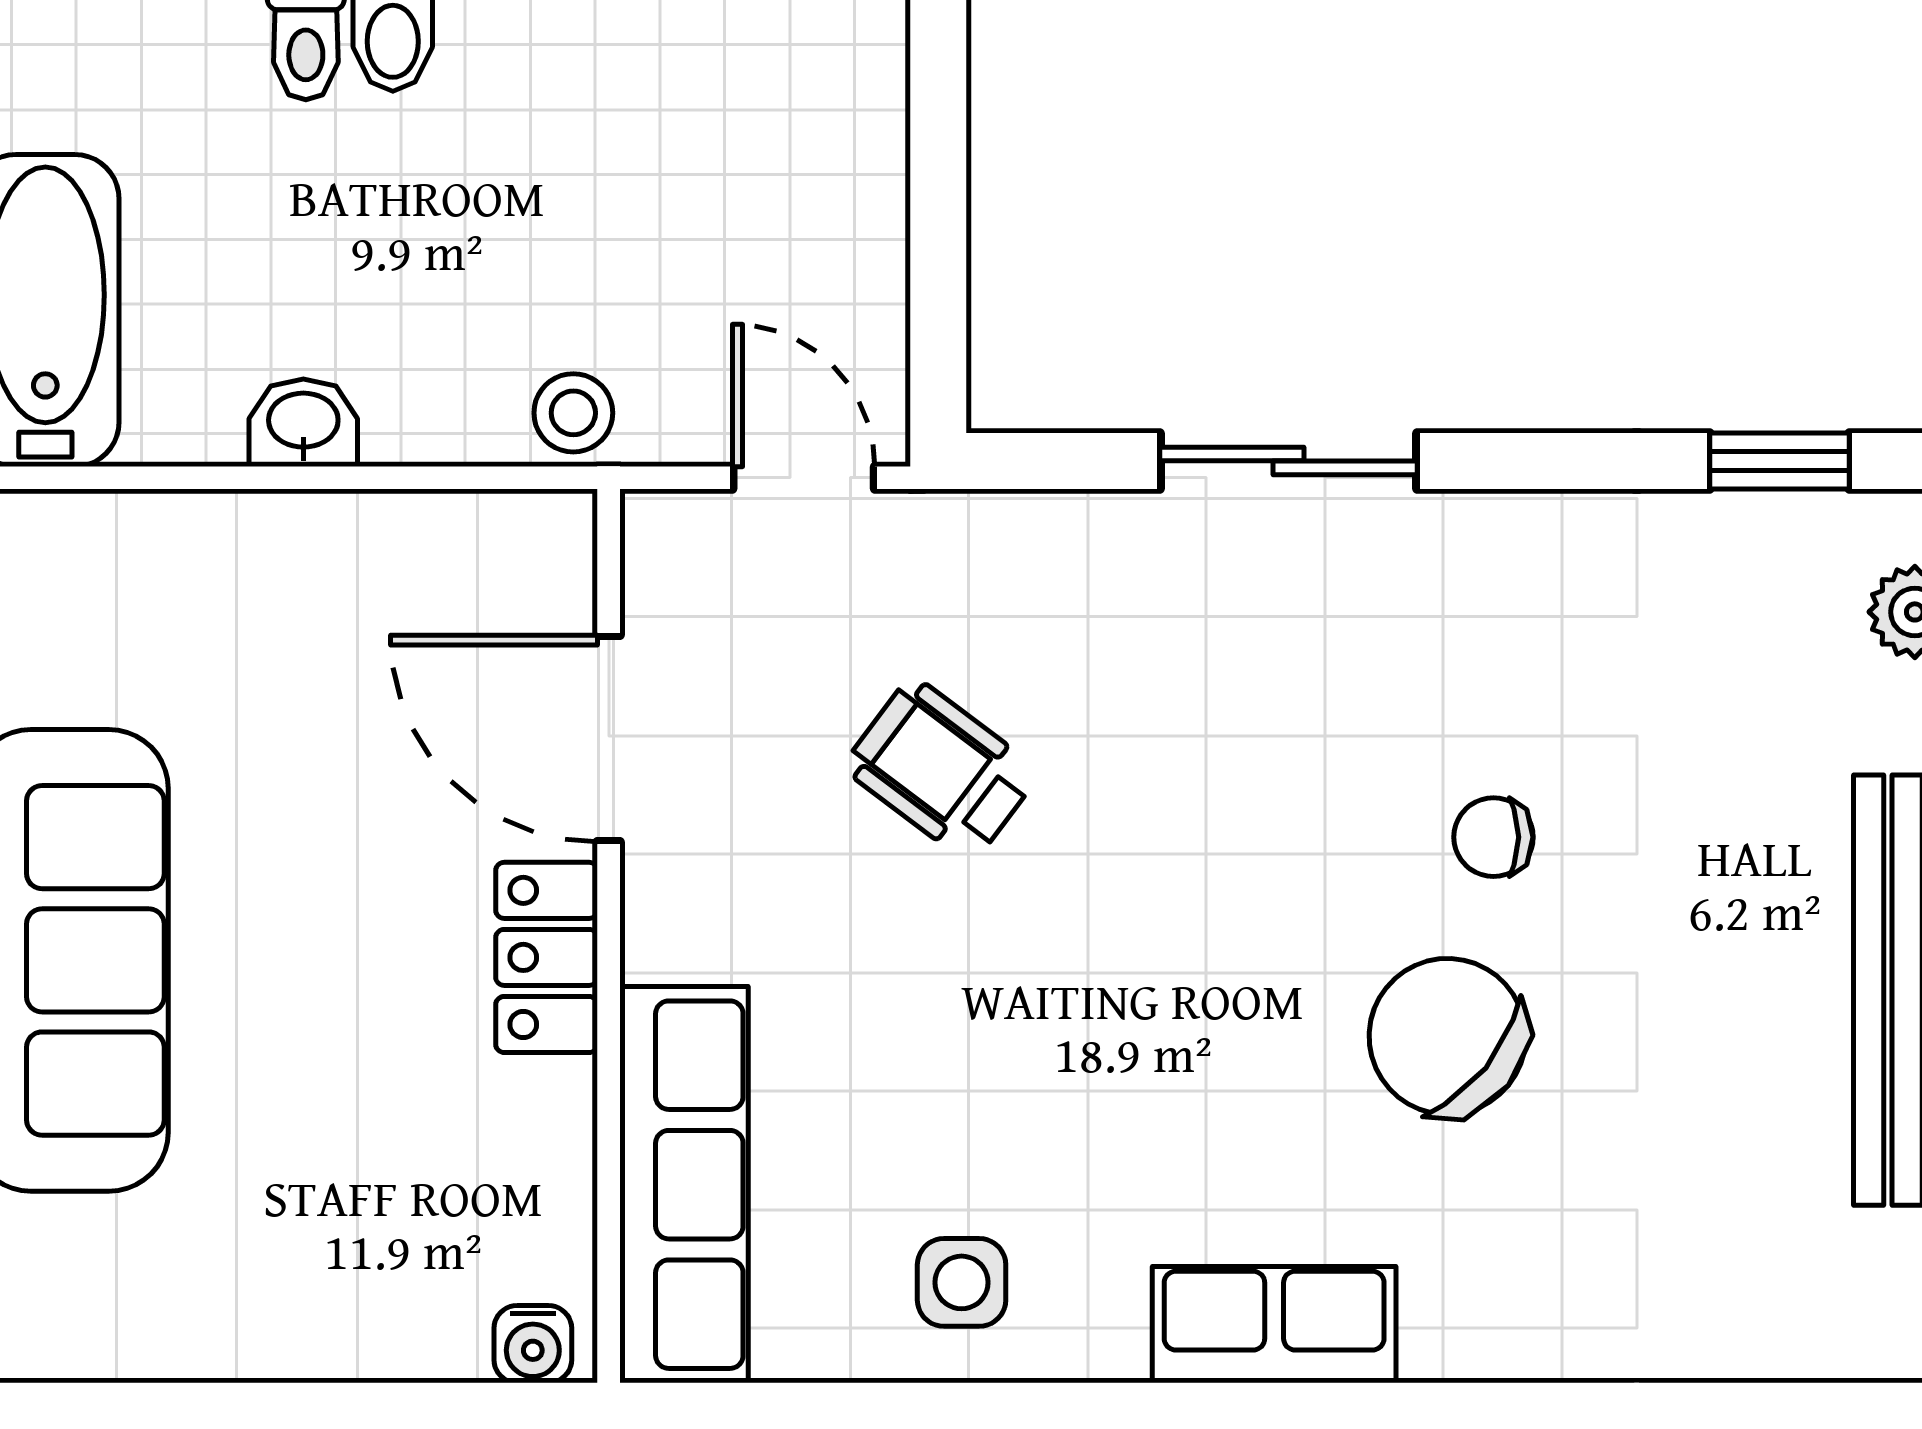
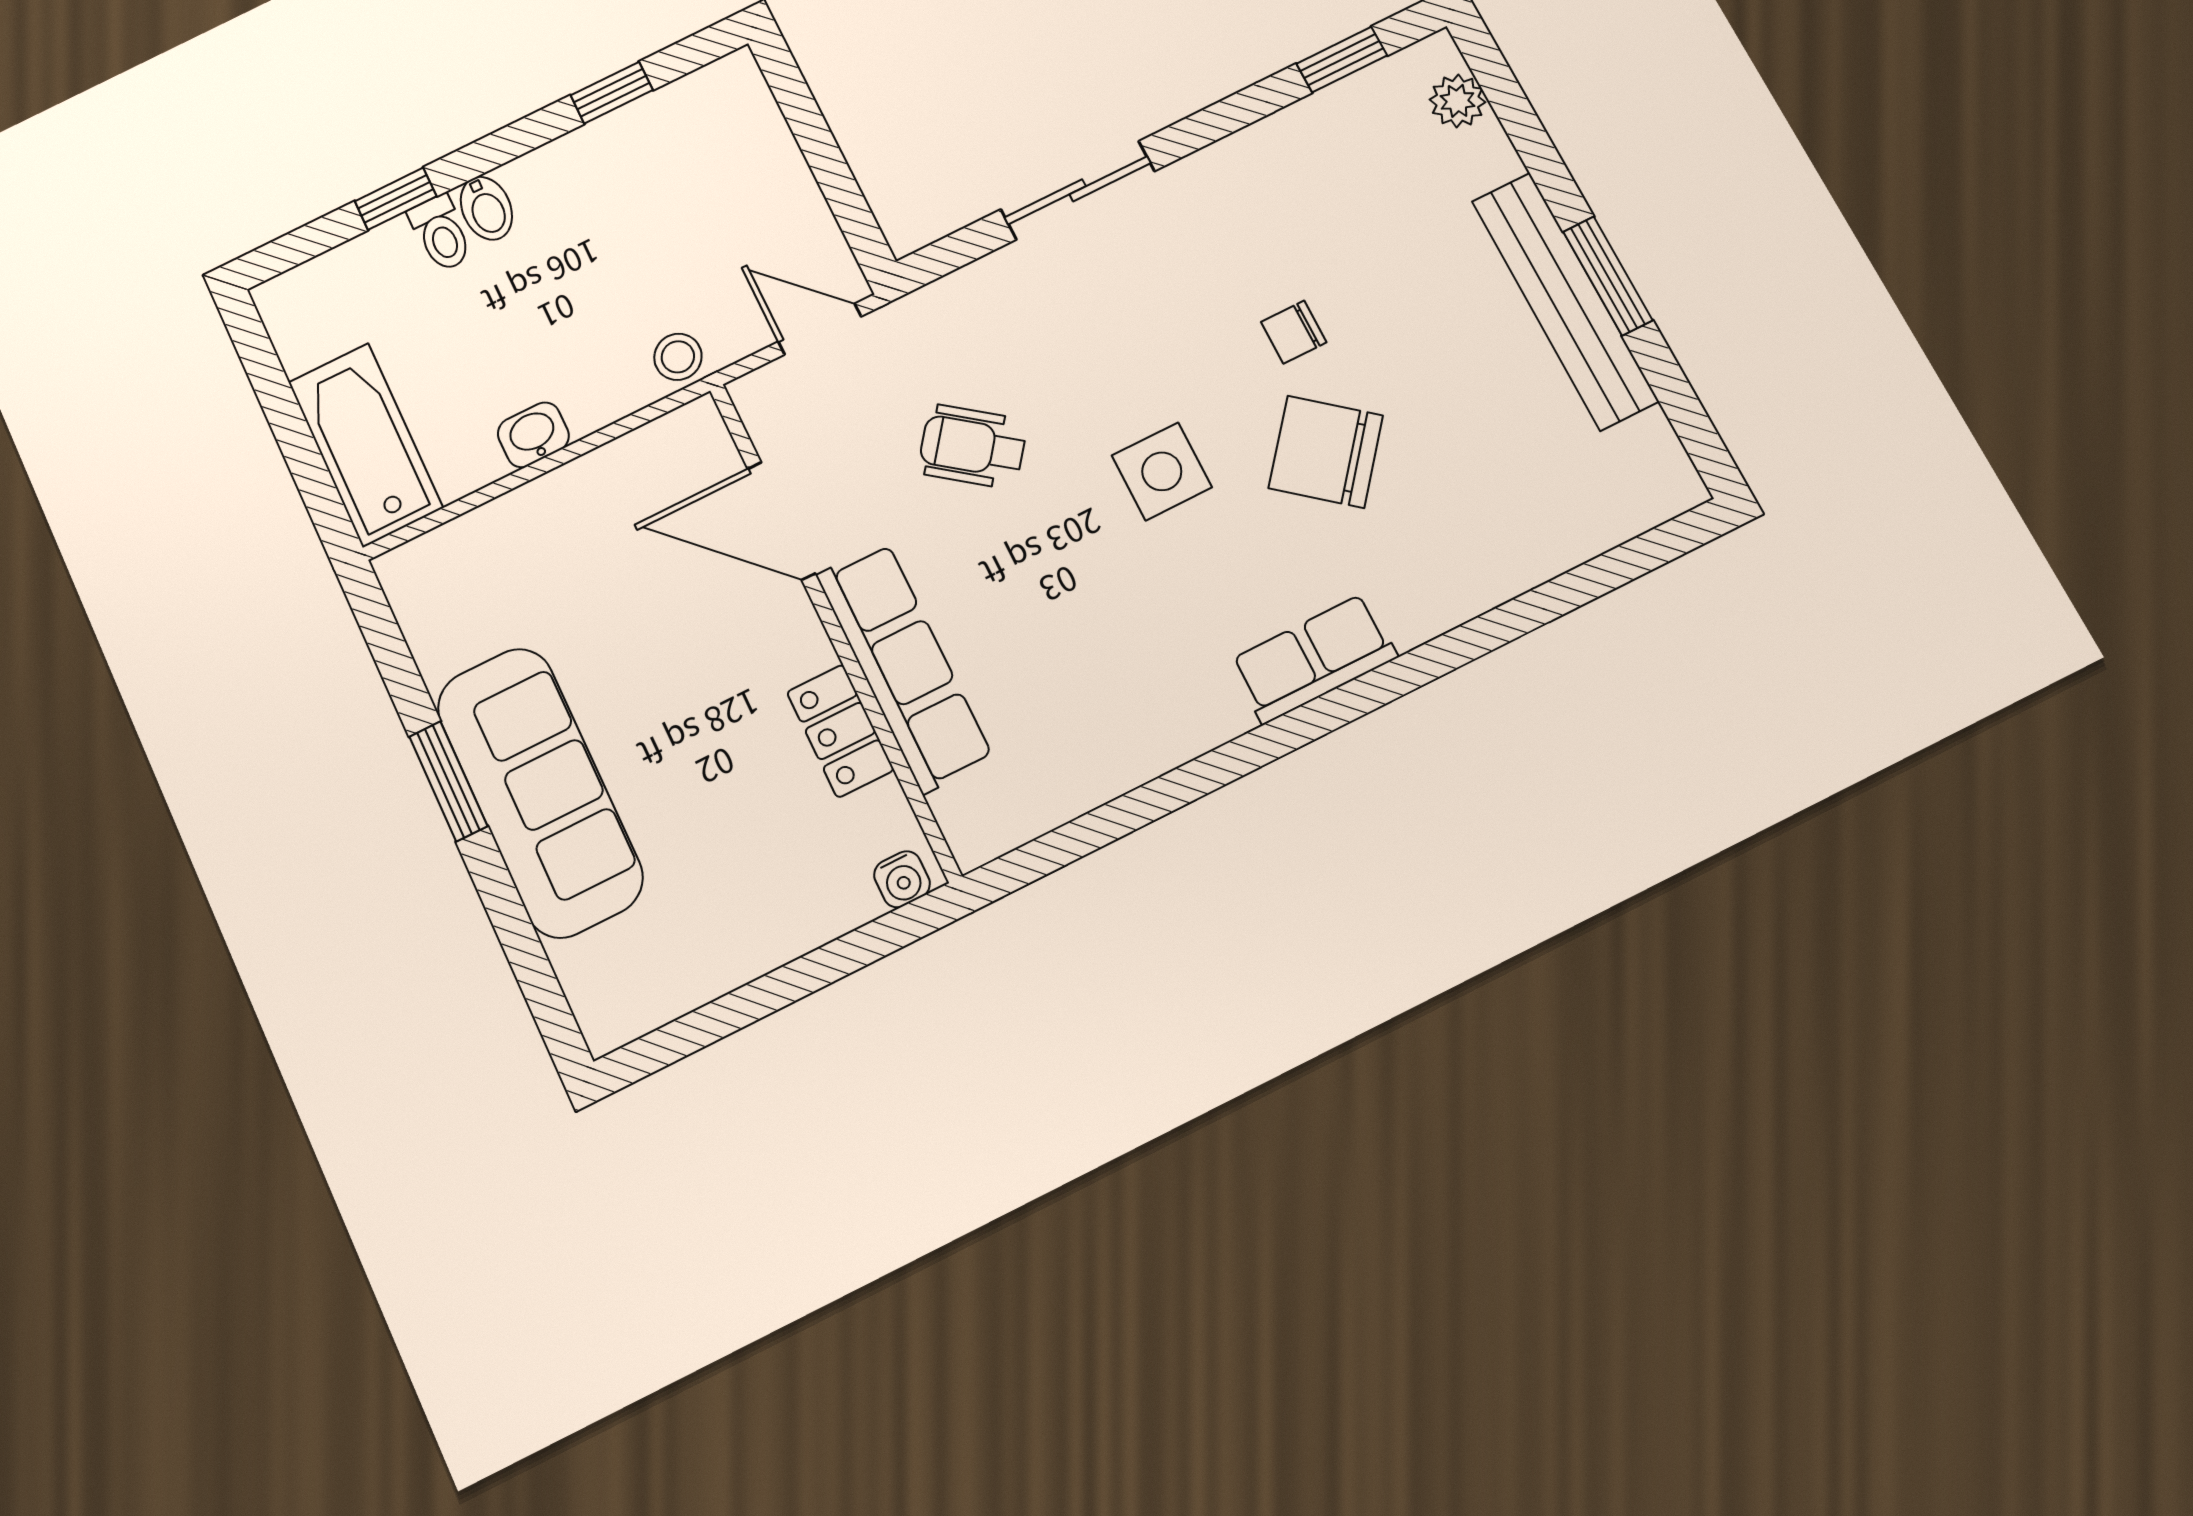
locker: (547, 957) -> (840, 731), moved
row of seats: (684, 1185) -> (904, 667), moved
side table: (962, 1282) -> (1162, 471), moved, width x1.37, depth x1.37

